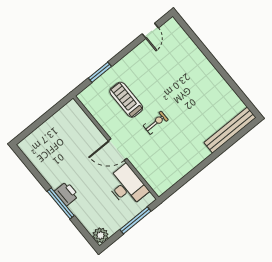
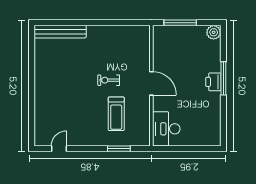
desk: (127, 186) -> (166, 129), moved

